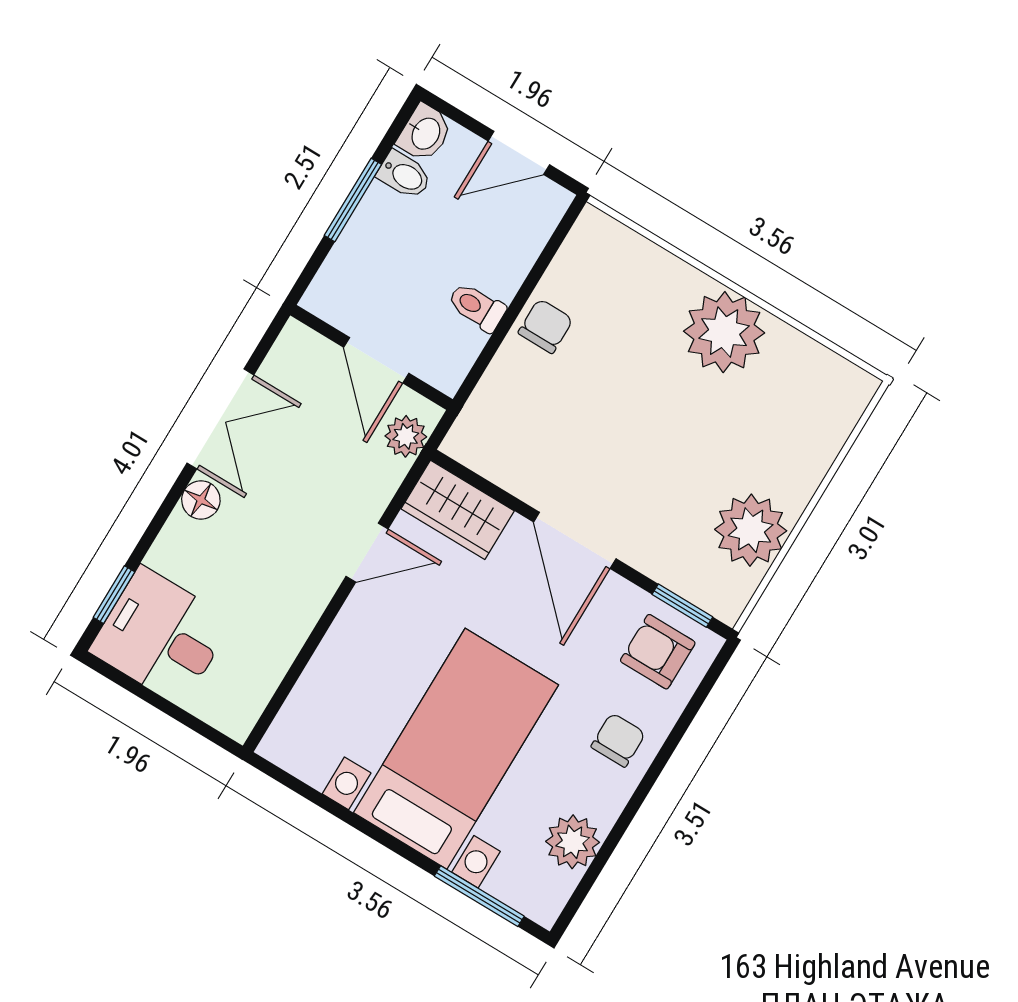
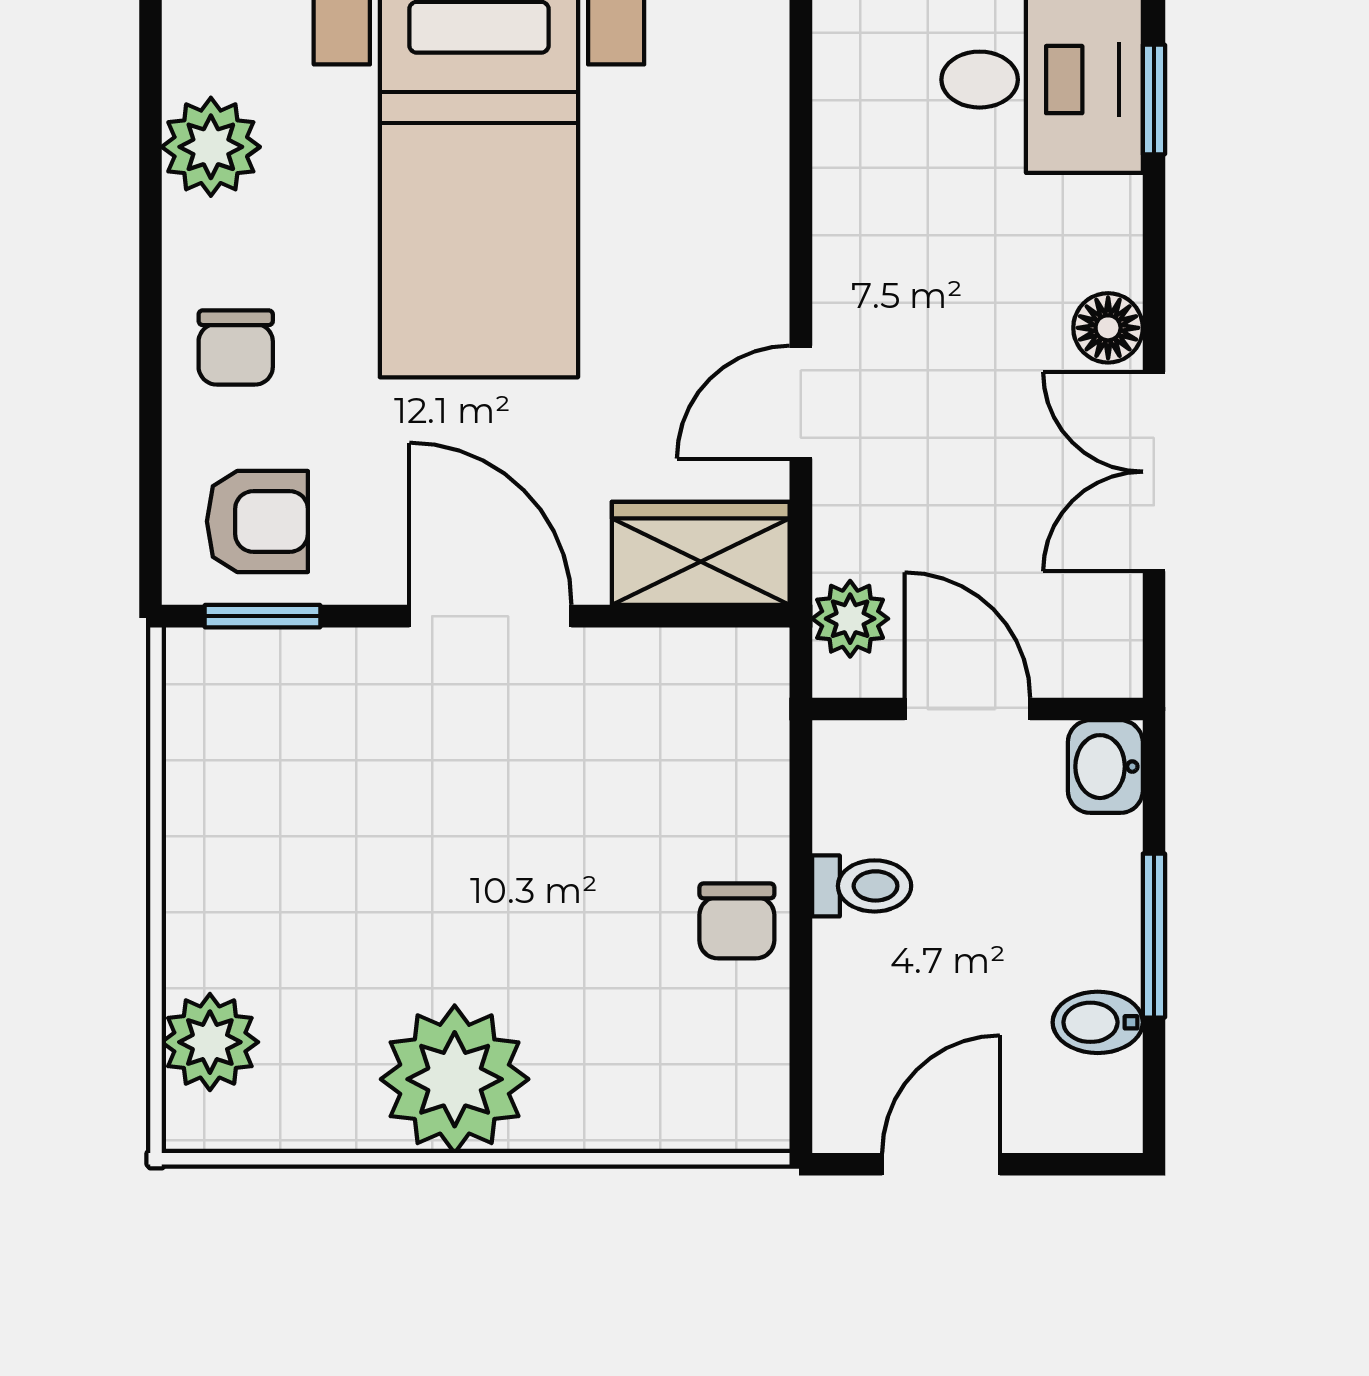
washbasin: (425, 133) -> (1105, 767), moved
plant: (751, 530) -> (210, 1042), moved, width x0.73, depth x0.73

